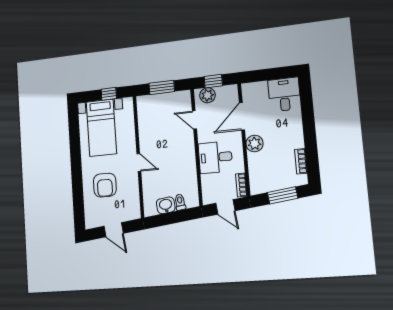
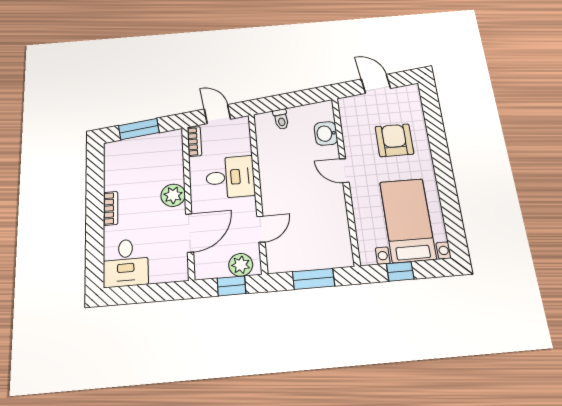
door: (194, 120) -> (261, 229), hinge flipped
bookcase: (301, 161) -> (111, 208), moved
washbasin: (166, 205) -> (326, 133), moved, turned 97

